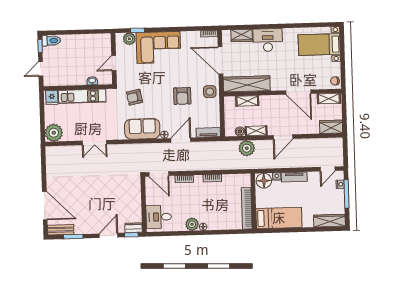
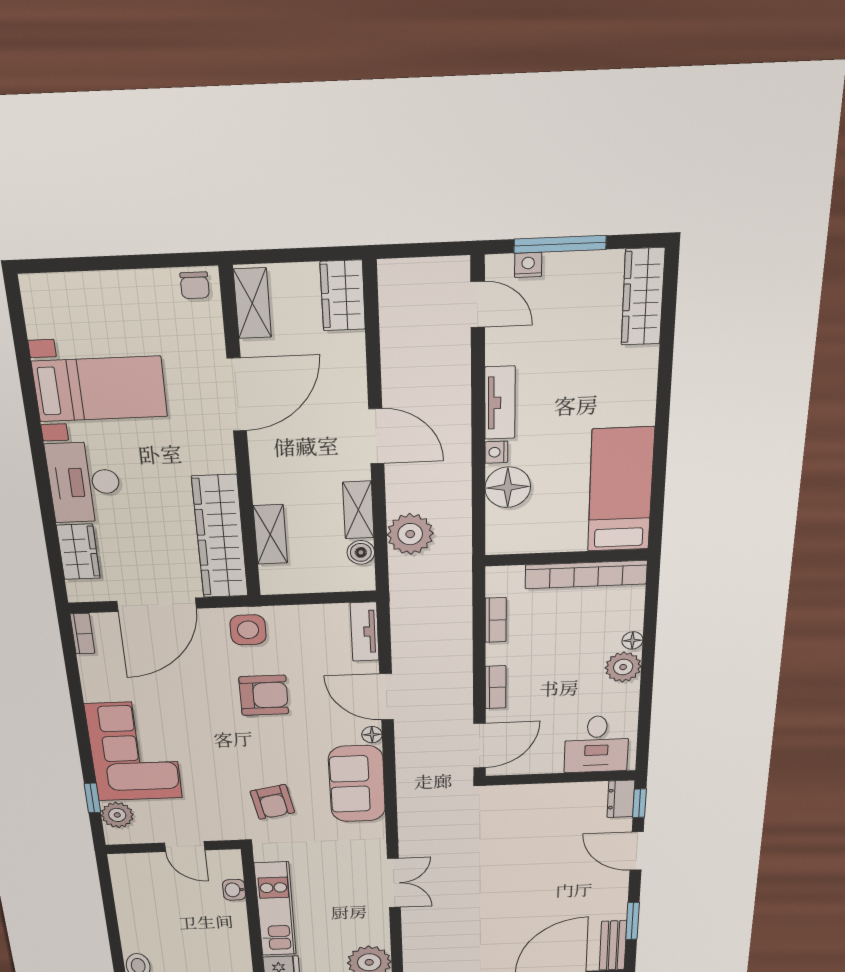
bed with nightstands: (319, 45) -> (100, 389), moved, turned -90
wall: (253, 201) -> (566, 558), moved
bookcase: (247, 208) -> (586, 574), moved
bed: (279, 218) -> (621, 490), moved

